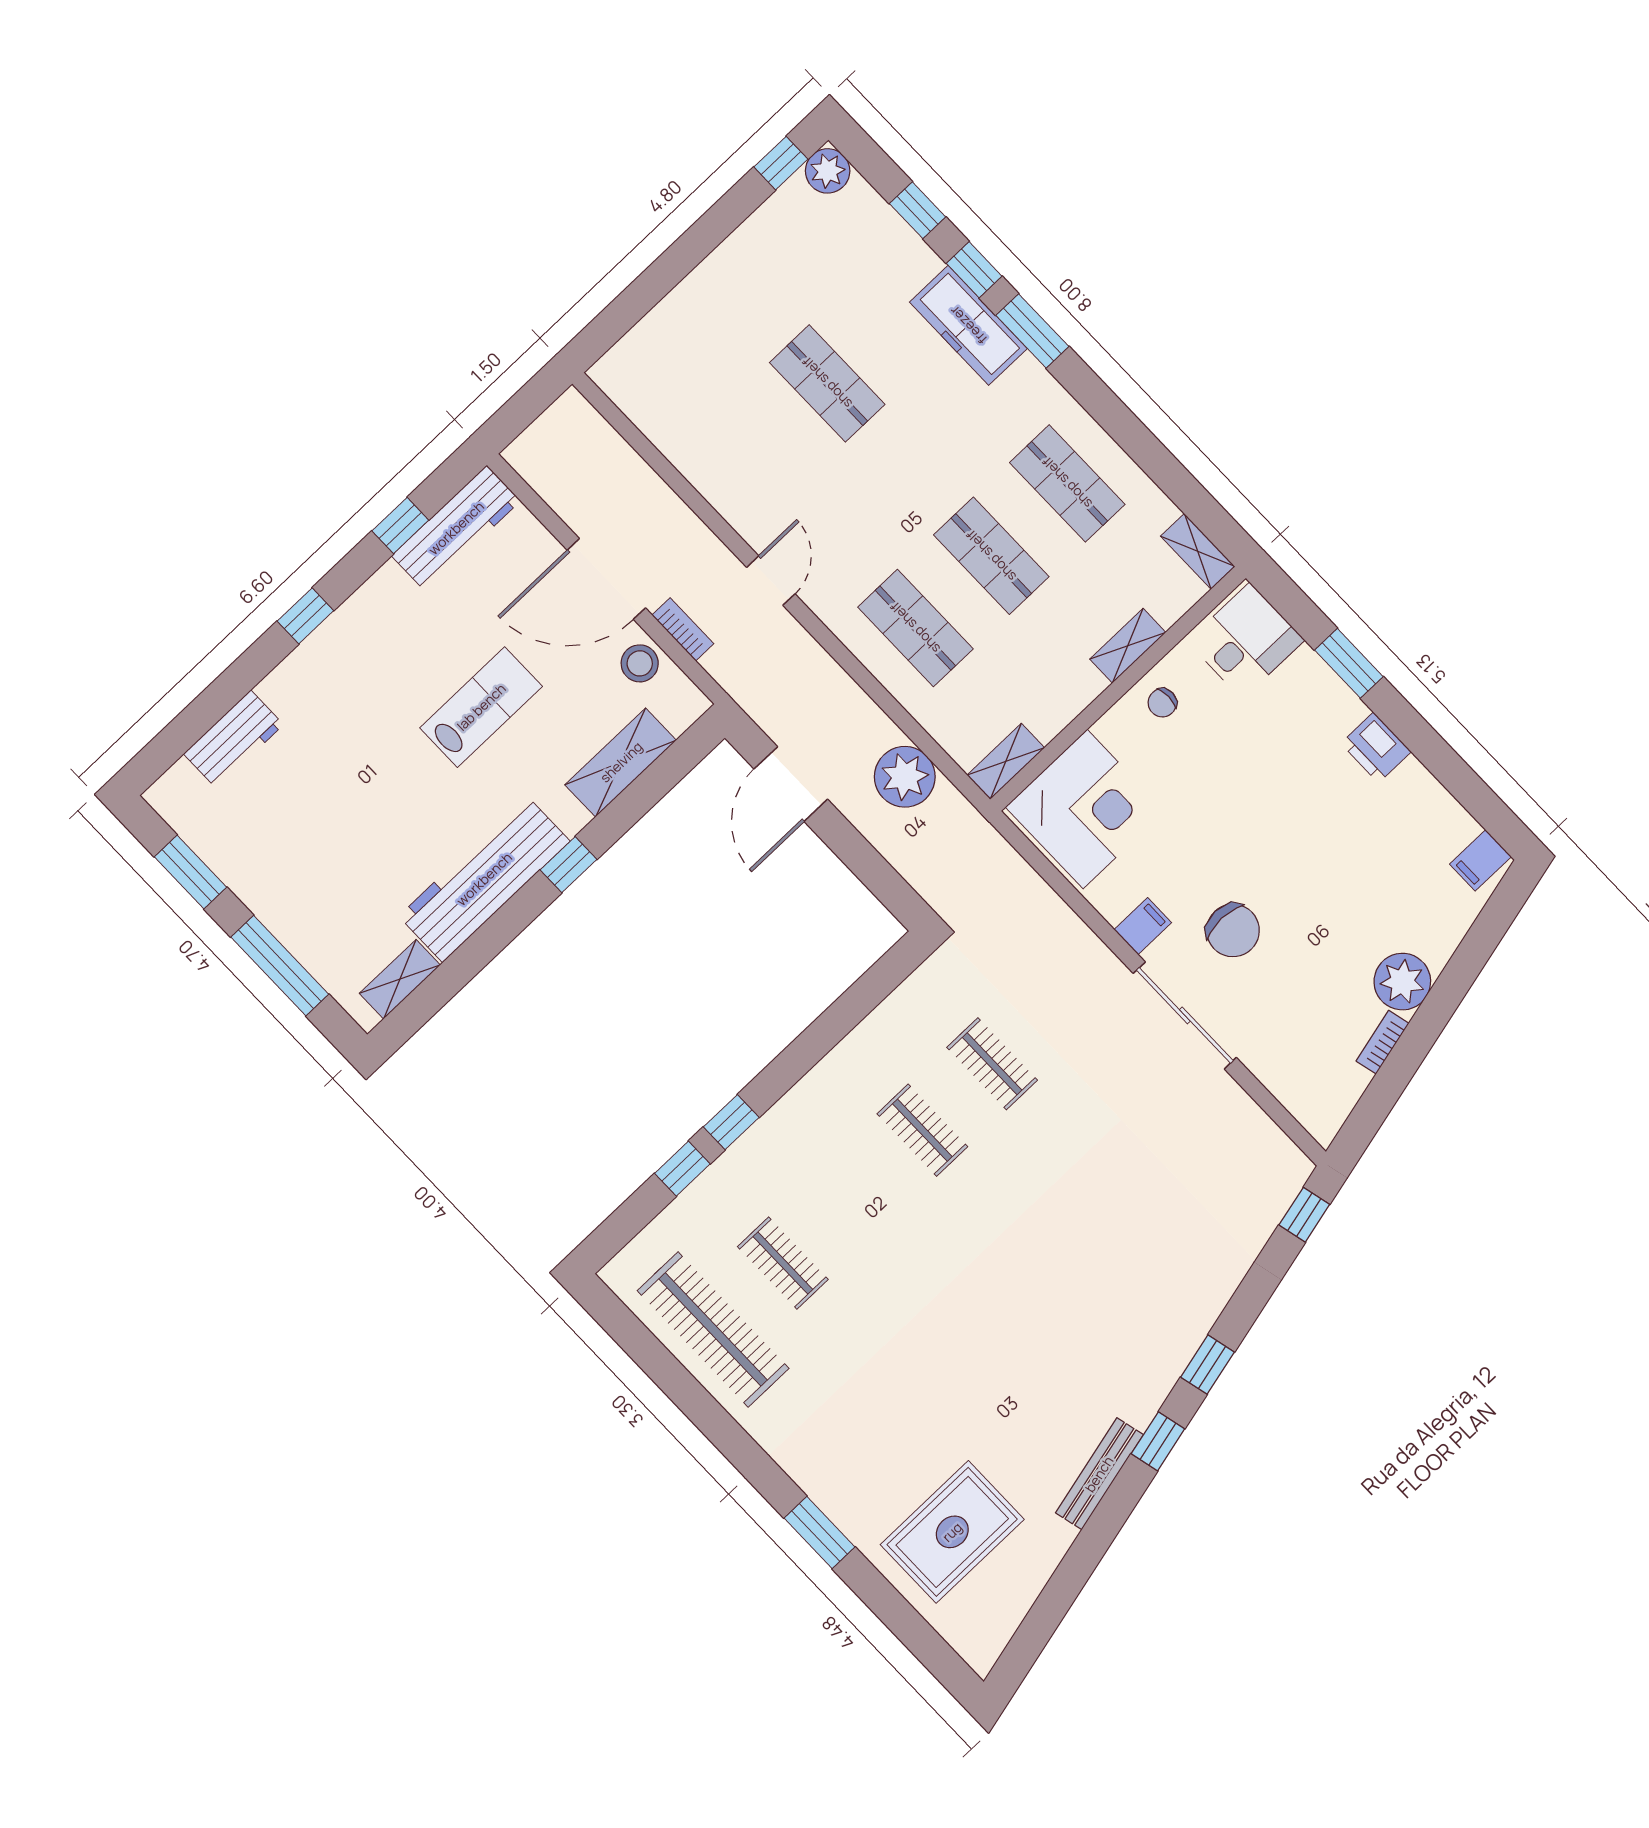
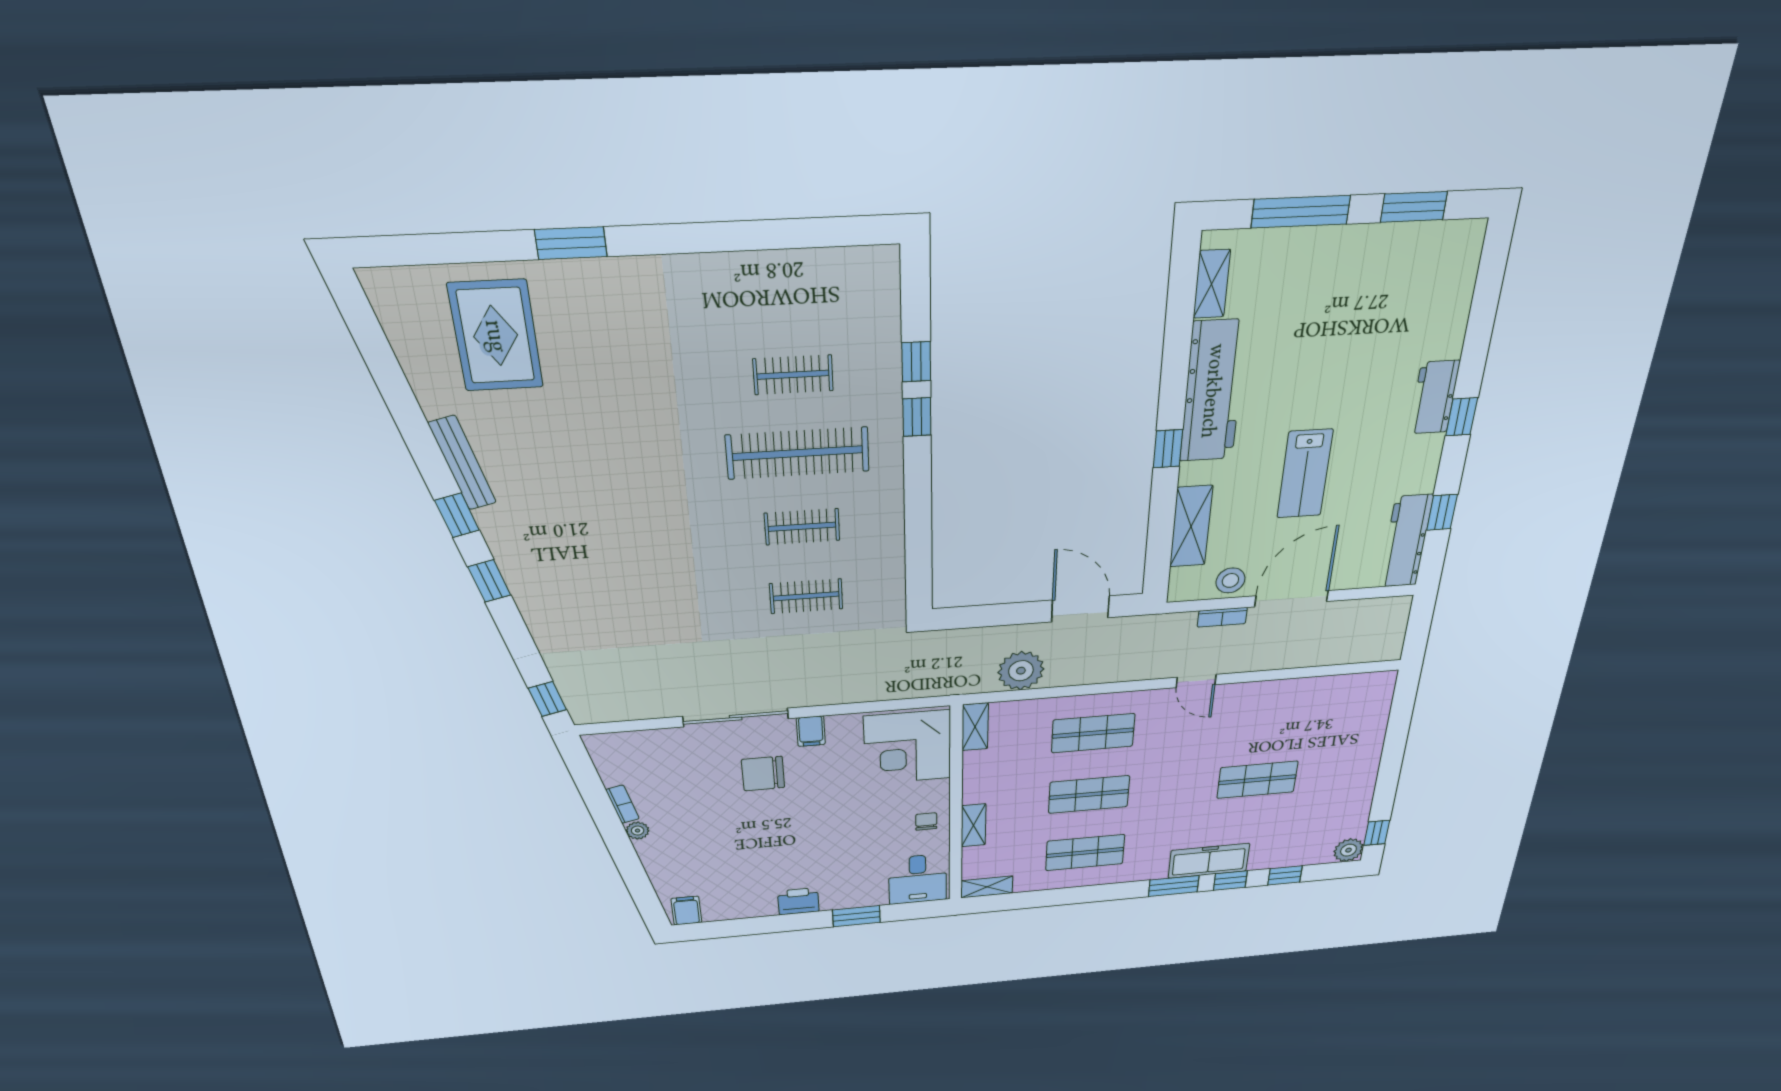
workbench: (233, 739) -> (1434, 397), moved
plant: (1402, 982) -> (638, 831), width x0.53, depth x0.53
clothes rail: (713, 1329) -> (798, 453), moved

